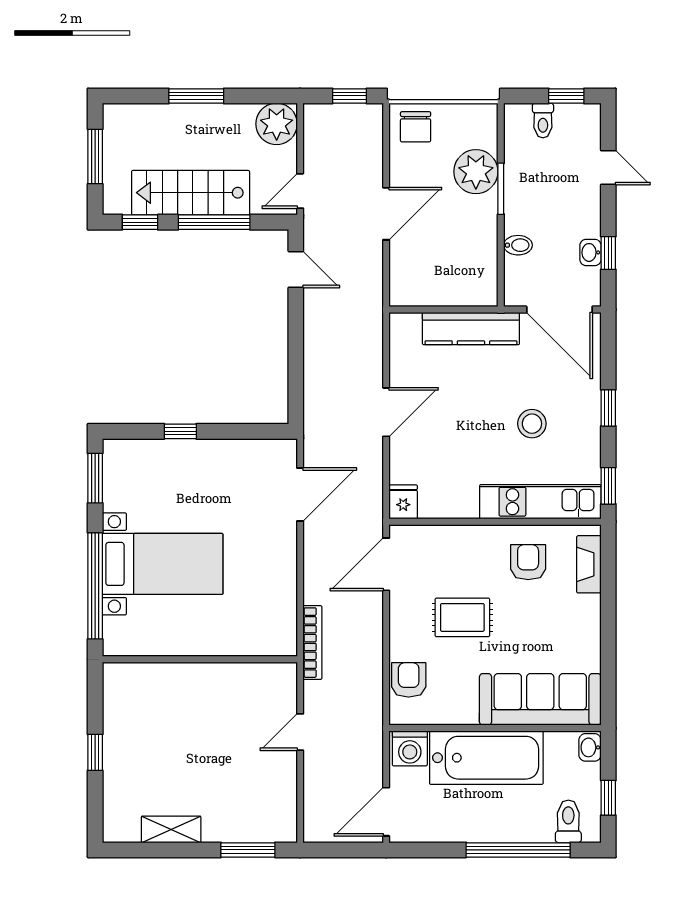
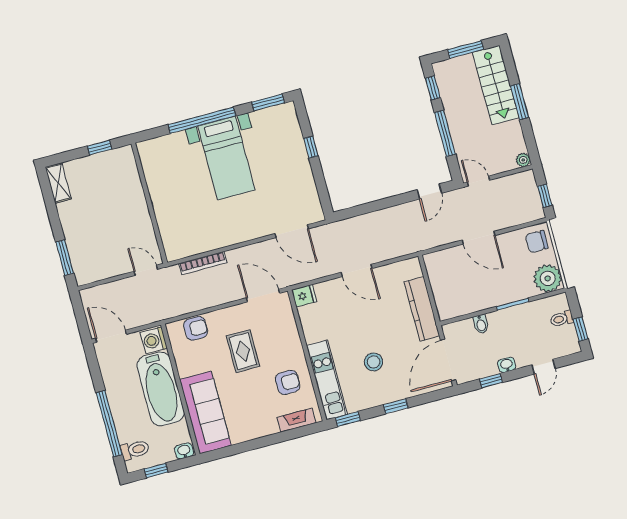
plant: (277, 124) -> (523, 160), width x0.53, depth x0.53
plant: (476, 172) -> (548, 278), moved
stairs: (191, 193) -> (496, 85), moved, turned 180
washbasin: (590, 252) -> (507, 365), moved
wall: (200, 659) -> (149, 203), moved
shelving: (171, 829) -> (58, 183), moved

